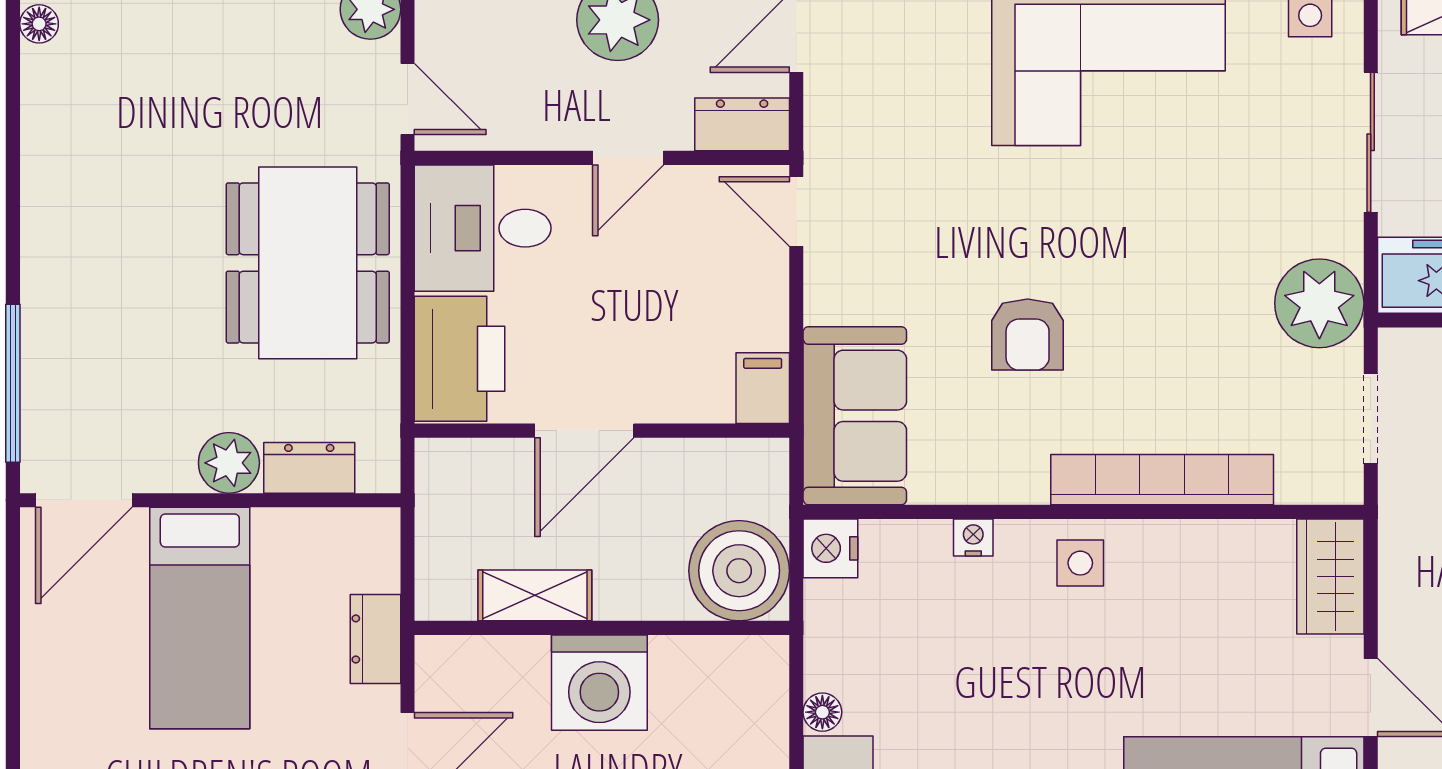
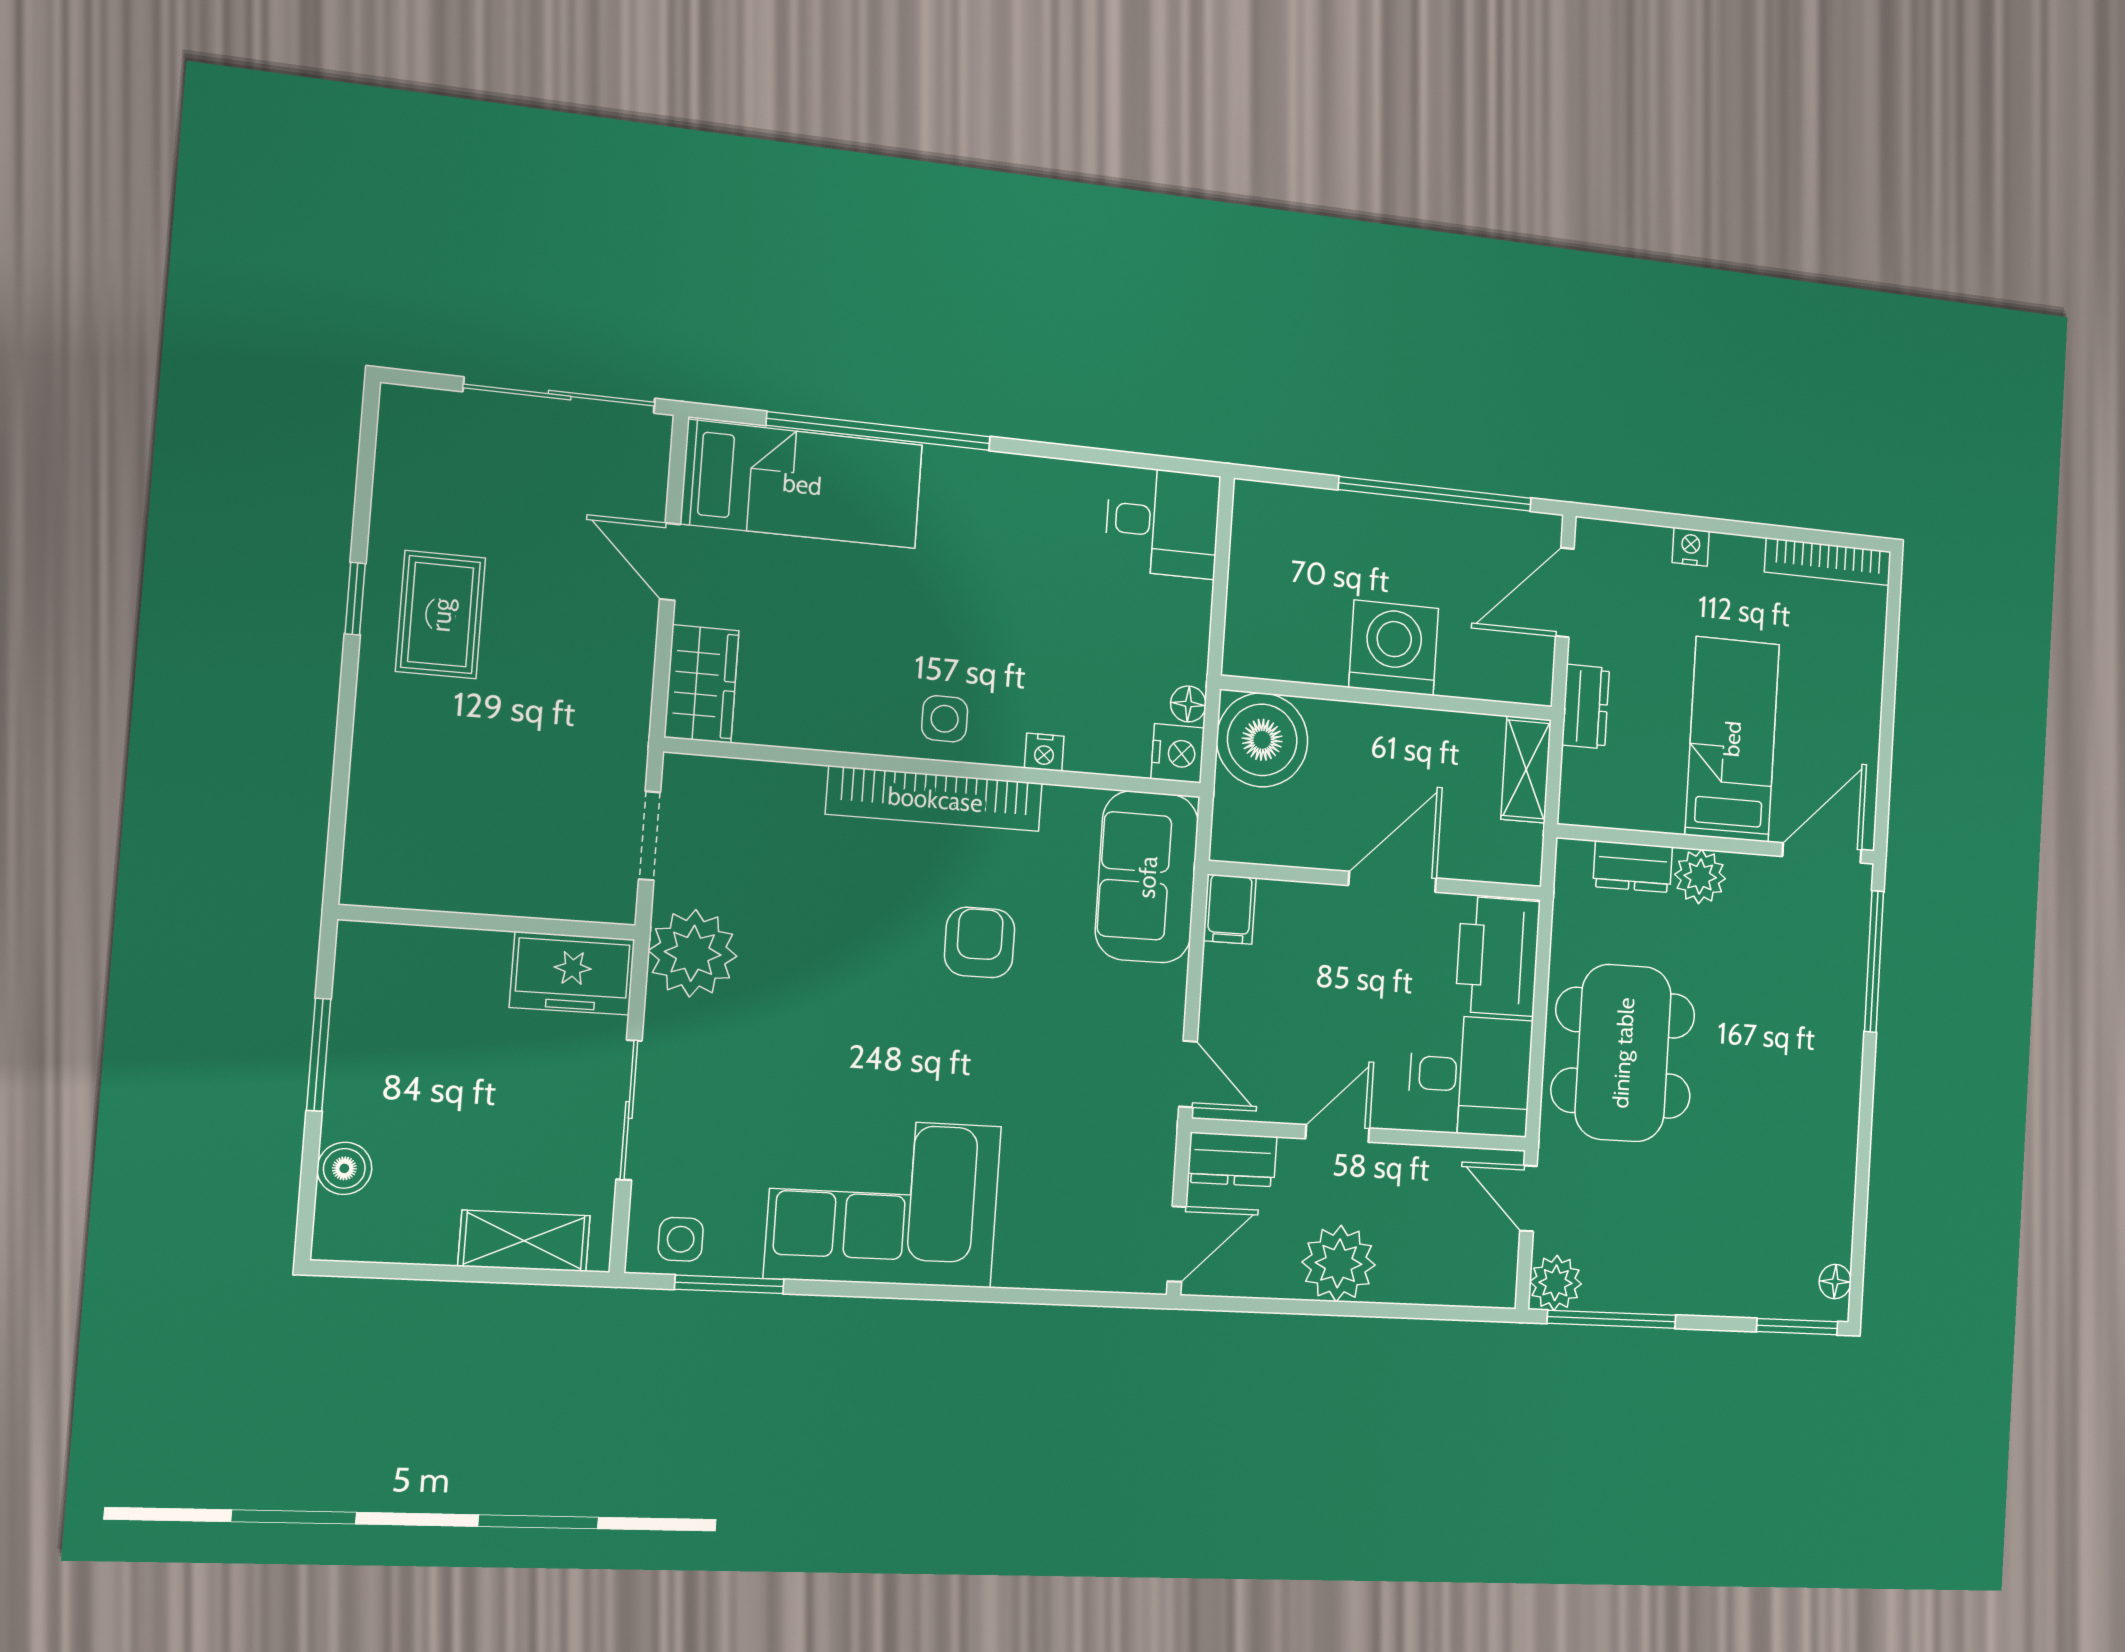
bookcase: (1162, 480) -> (935, 799), moved
shelving: (535, 595) -> (1526, 769), moved, turned 90
floor lamp: (822, 712) -> (1188, 704), moved

